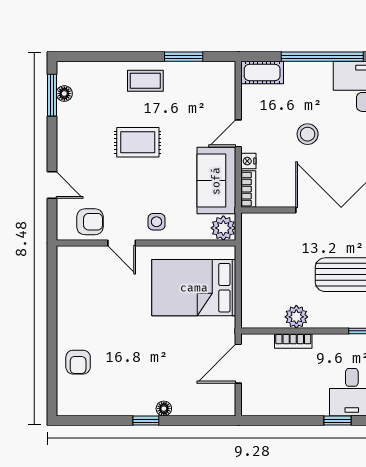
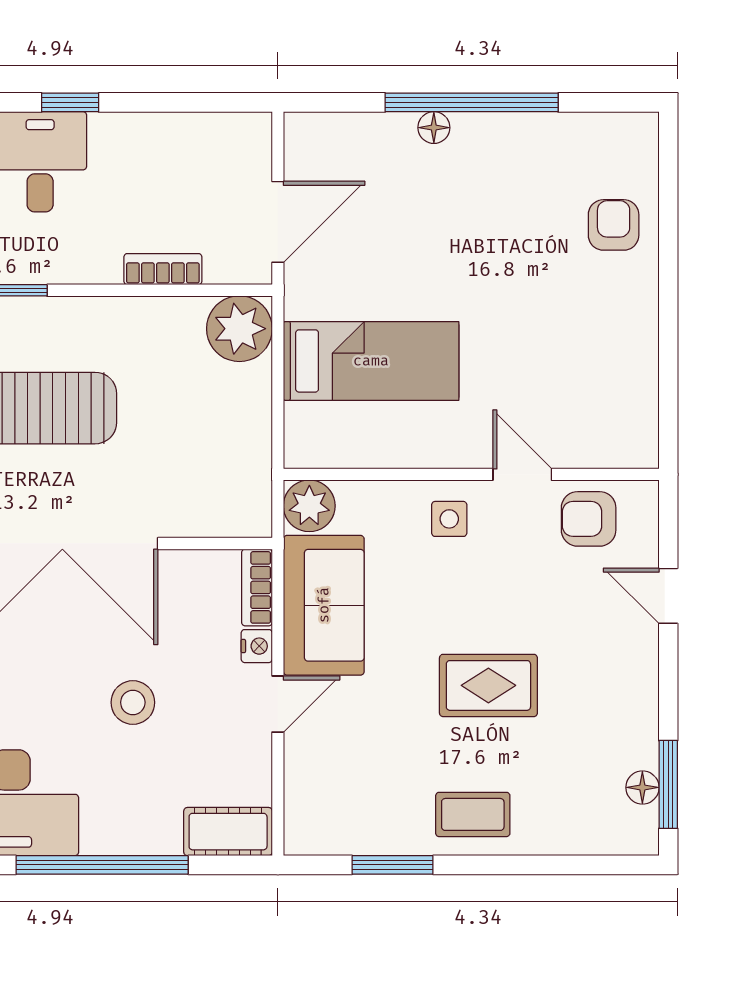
bed: (194, 288) -> (371, 361), width x0.67
plant: (296, 317) -> (239, 329), moved, width x1.36, depth x1.36
window: (146, 421) -> (472, 102), width x3.17

